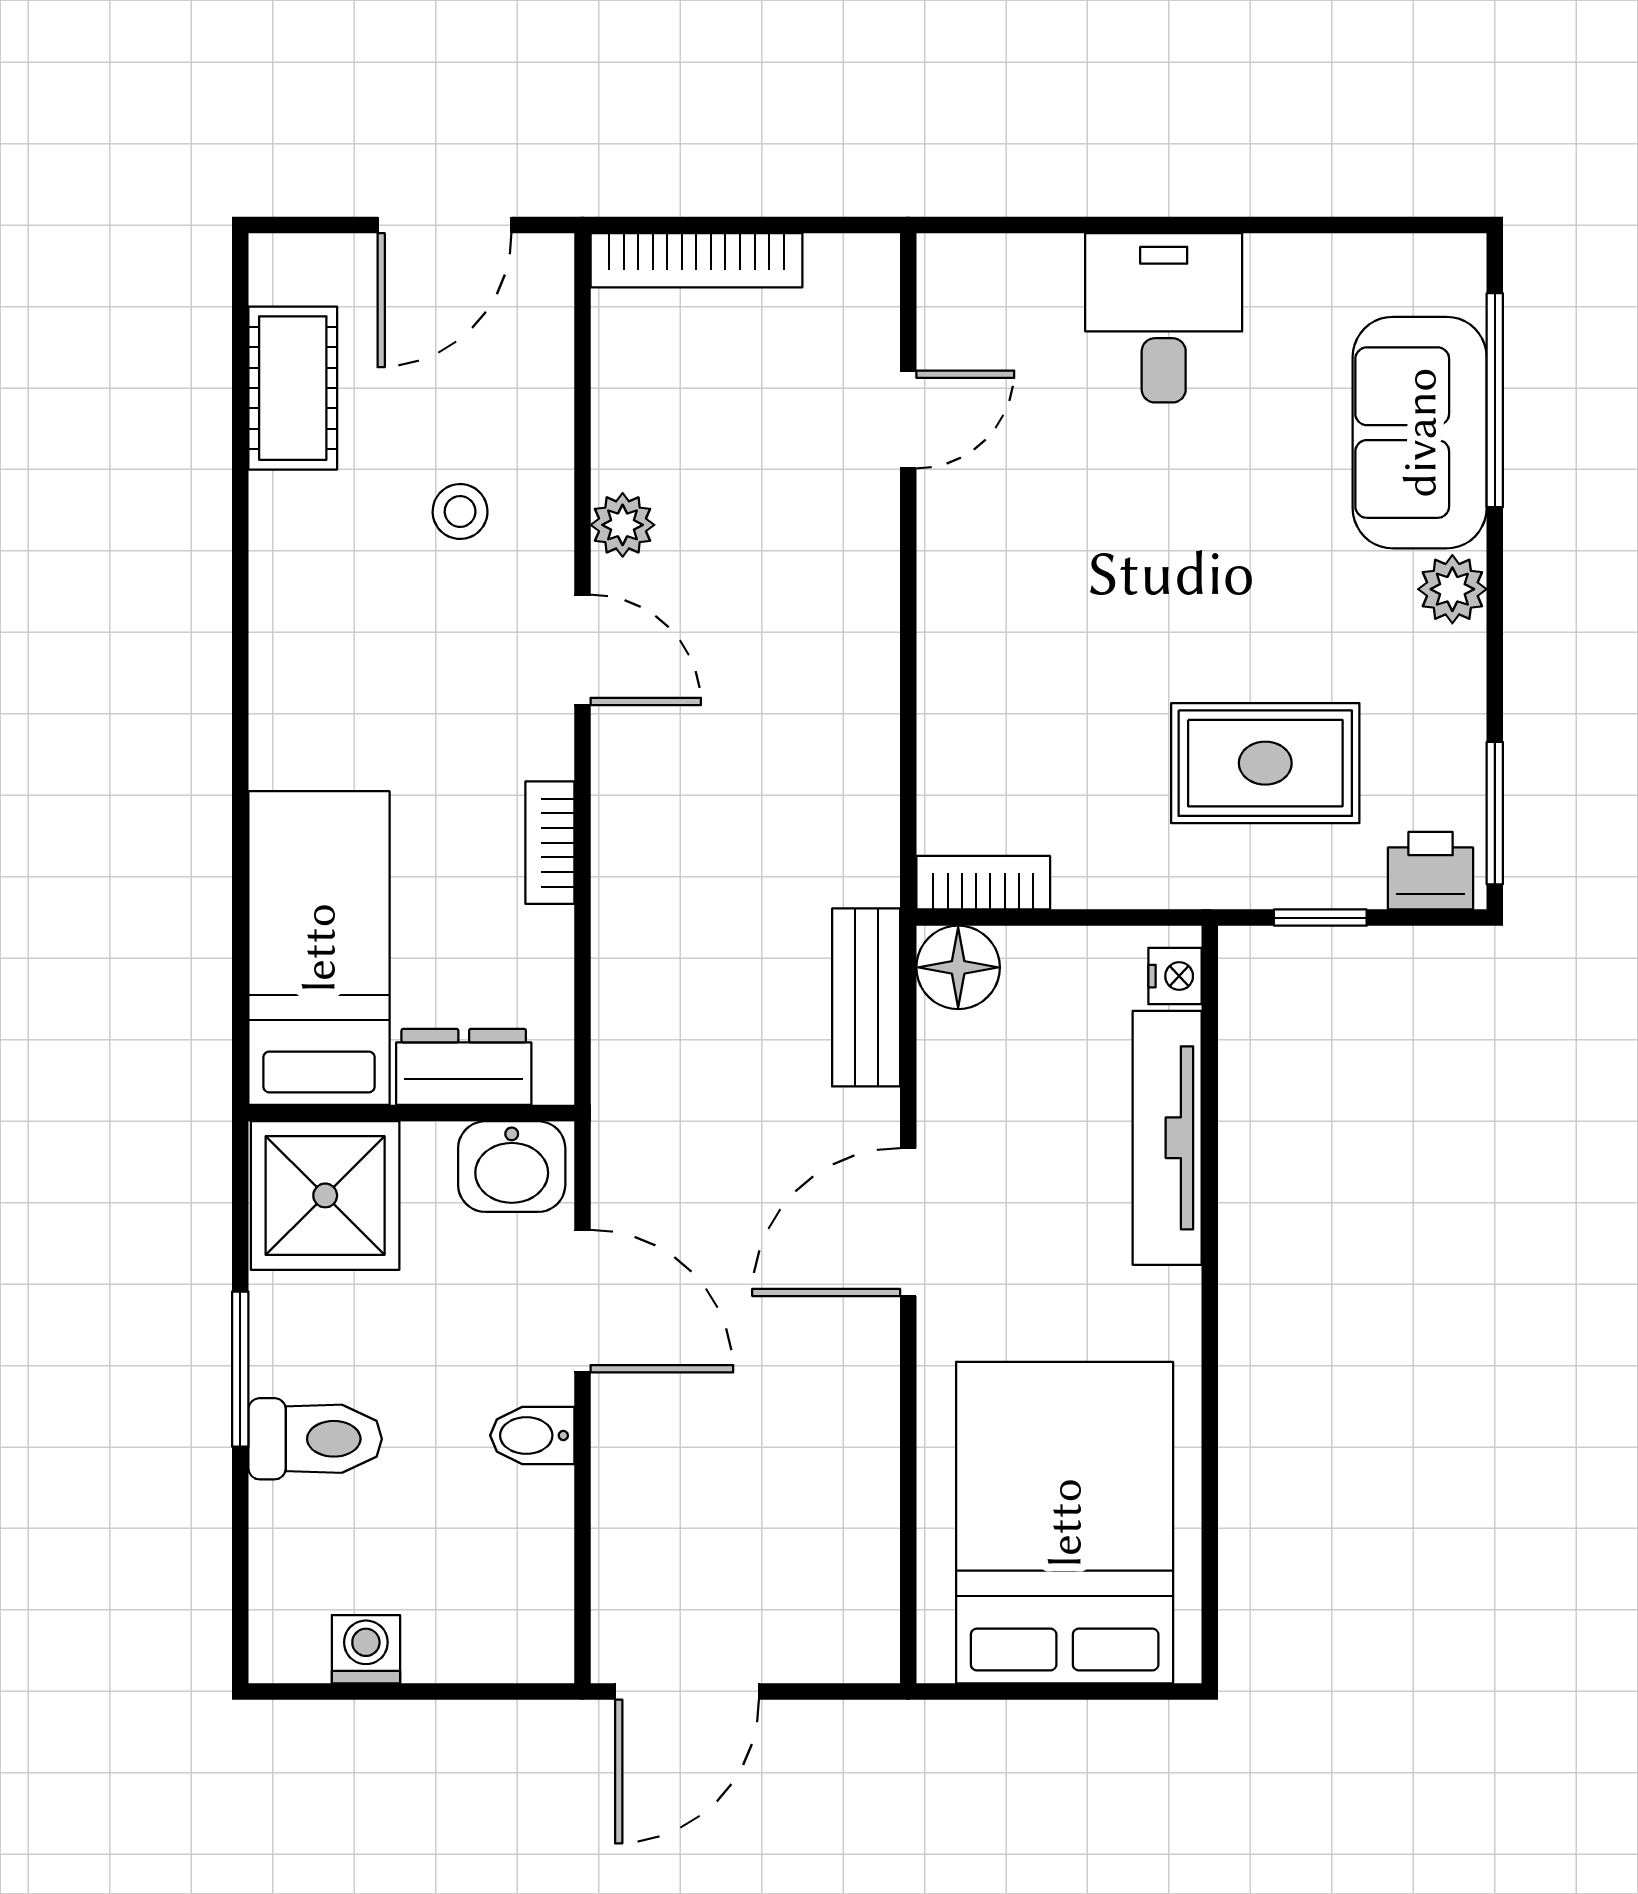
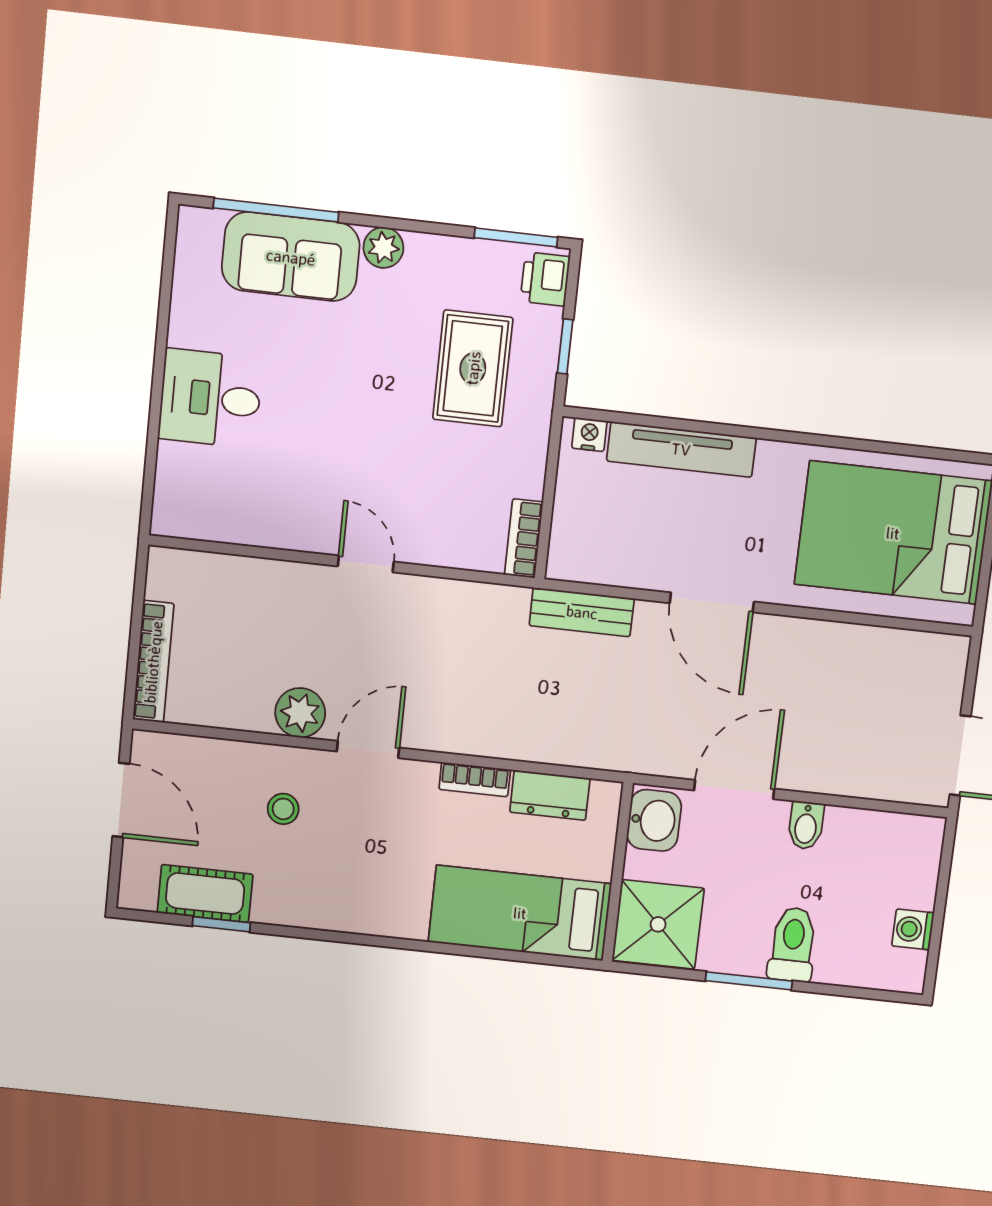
door: (908, 419) -> (366, 564), moved
window: (240, 422) -> (221, 924), added
plant: (623, 525) -> (300, 713), width x1.38, depth x1.38
floor lamp: (958, 967) -> (571, 558), removed
dresser: (464, 1067) -> (550, 795), moved, turned -90

